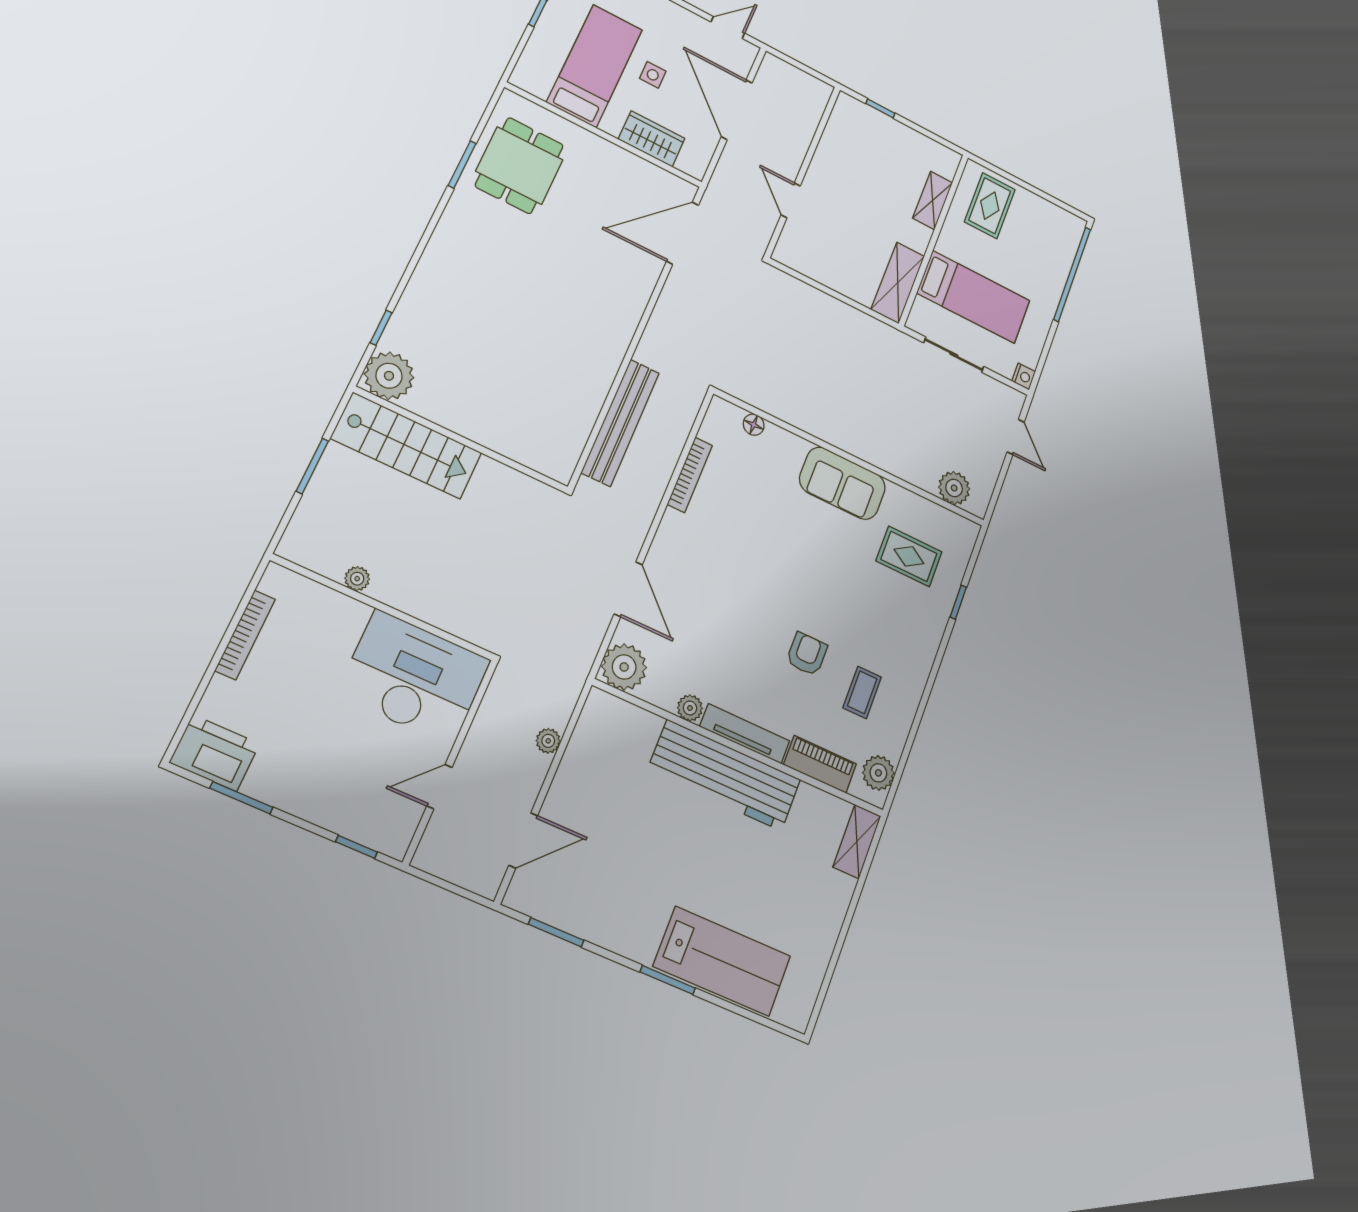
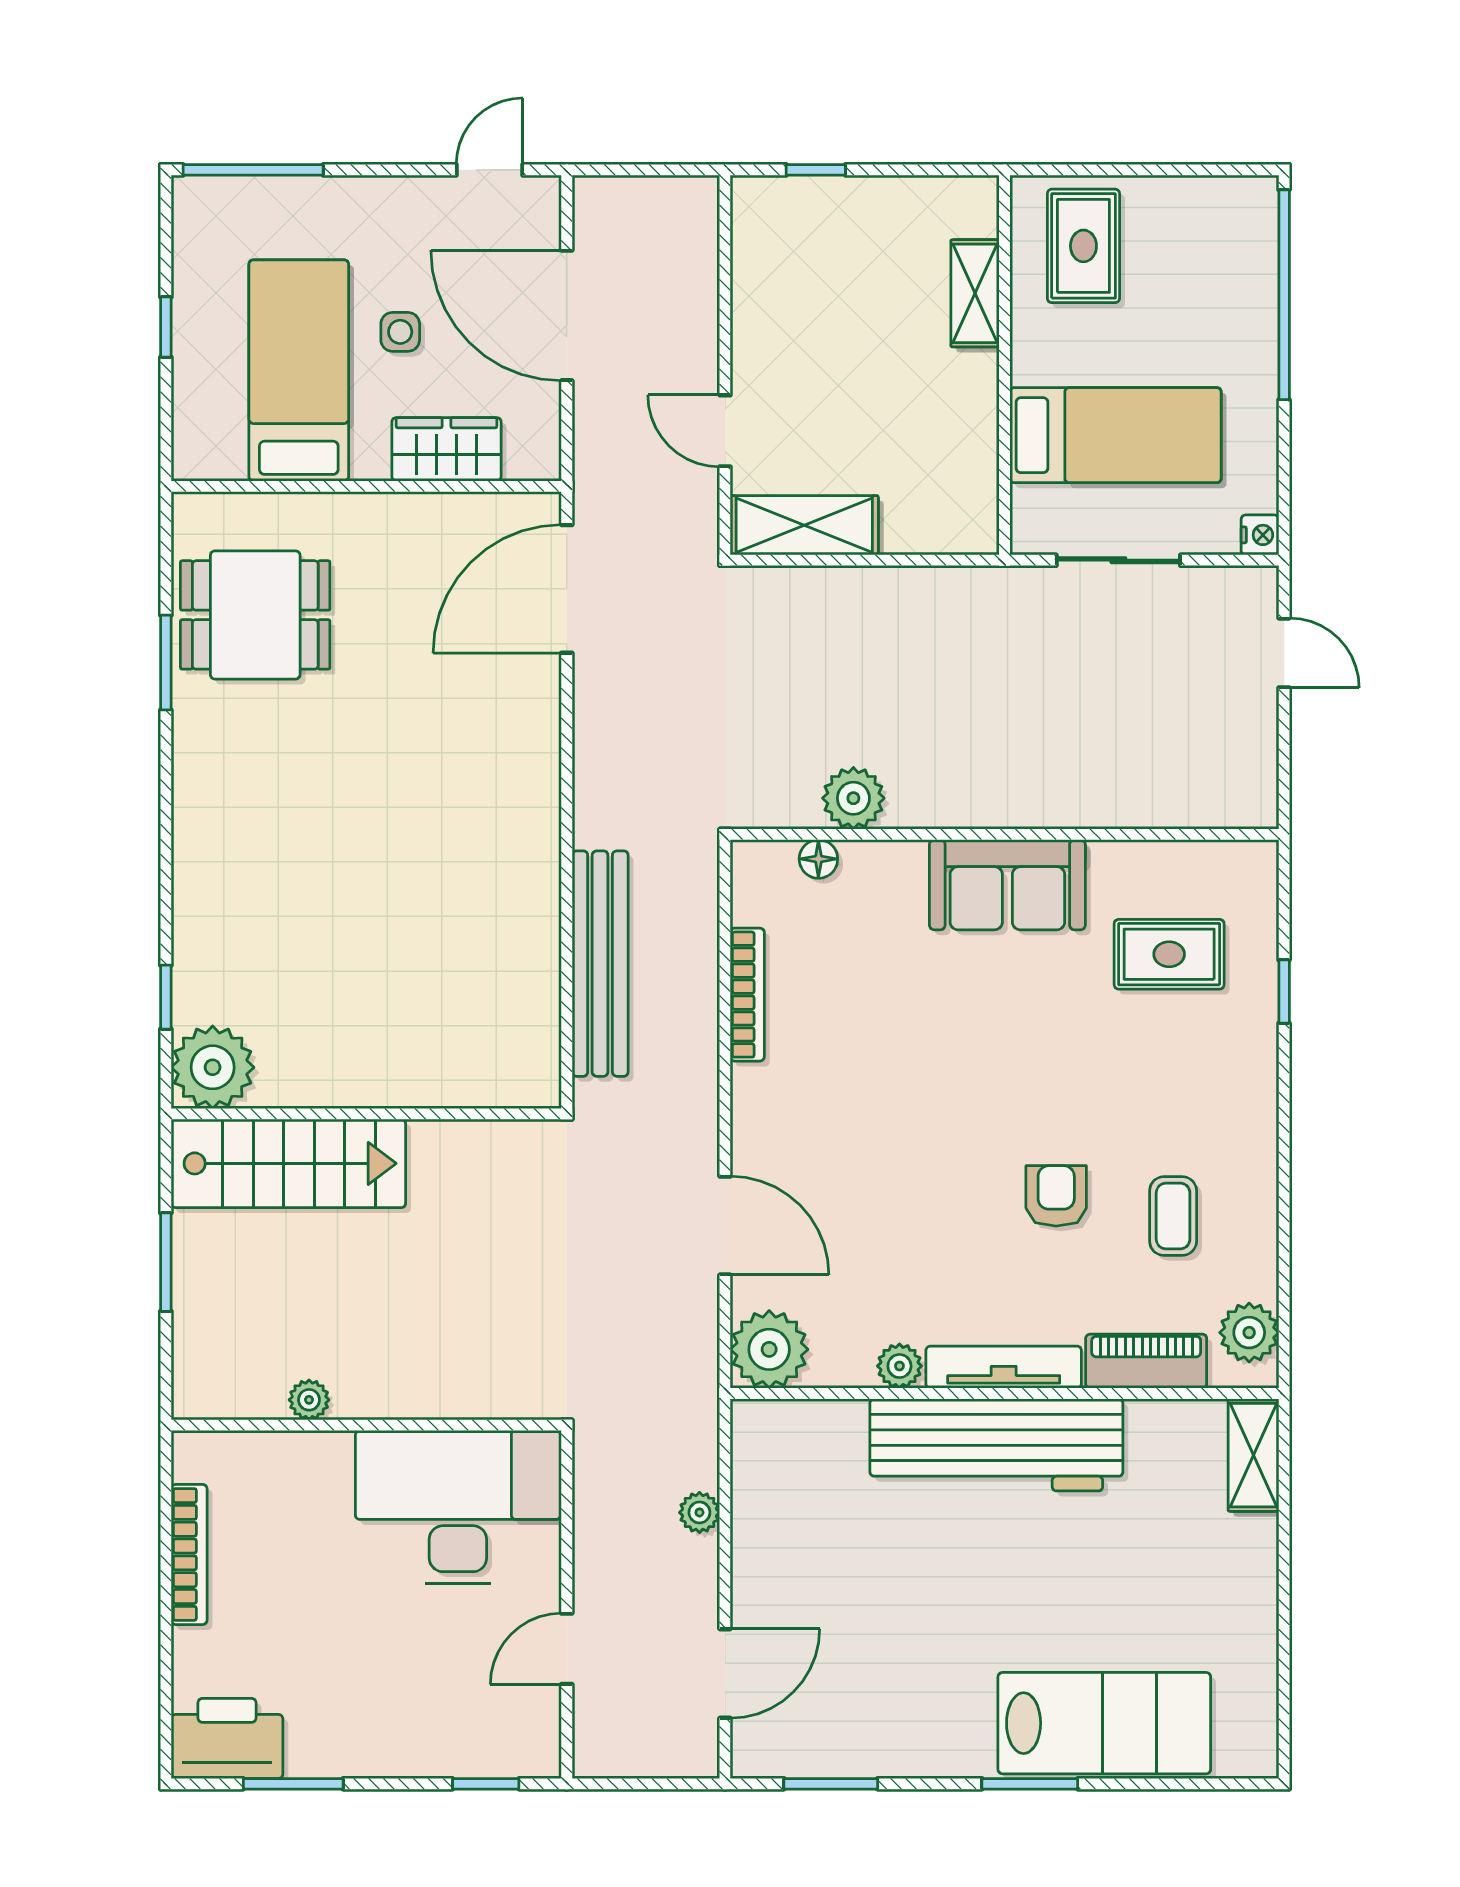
dining table: (519, 166) -> (255, 615), turned 90
shelving: (898, 283) -> (804, 525), moved, turned 90
plant: (954, 488) -> (853, 798), moved

